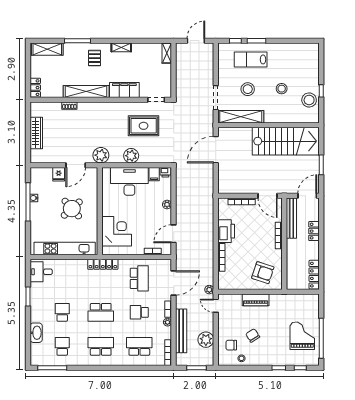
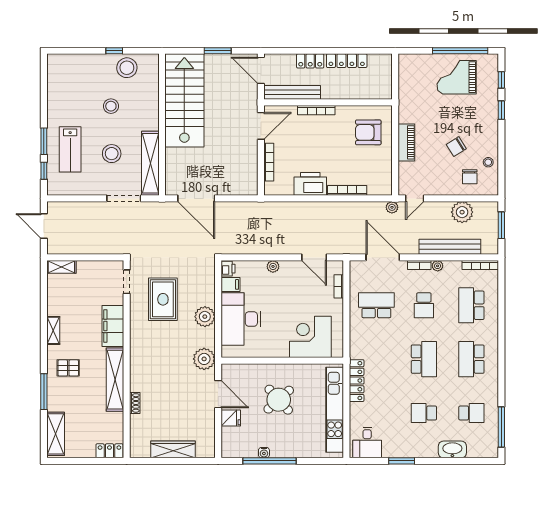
locker: (103, 264) -> (357, 381), moved
armchair: (263, 273) -> (368, 132), turned -108
locker: (314, 275) -> (347, 61), moved
school desk: (62, 346) -> (471, 413), turned 180

